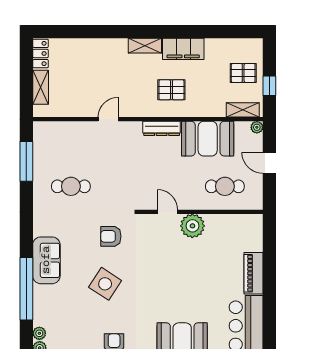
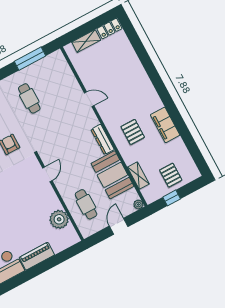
shelving: (145, 46) -> (153, 97), removed
shelving: (243, 110) -> (138, 176), moved
plant: (192, 226) -> (59, 219), moved

